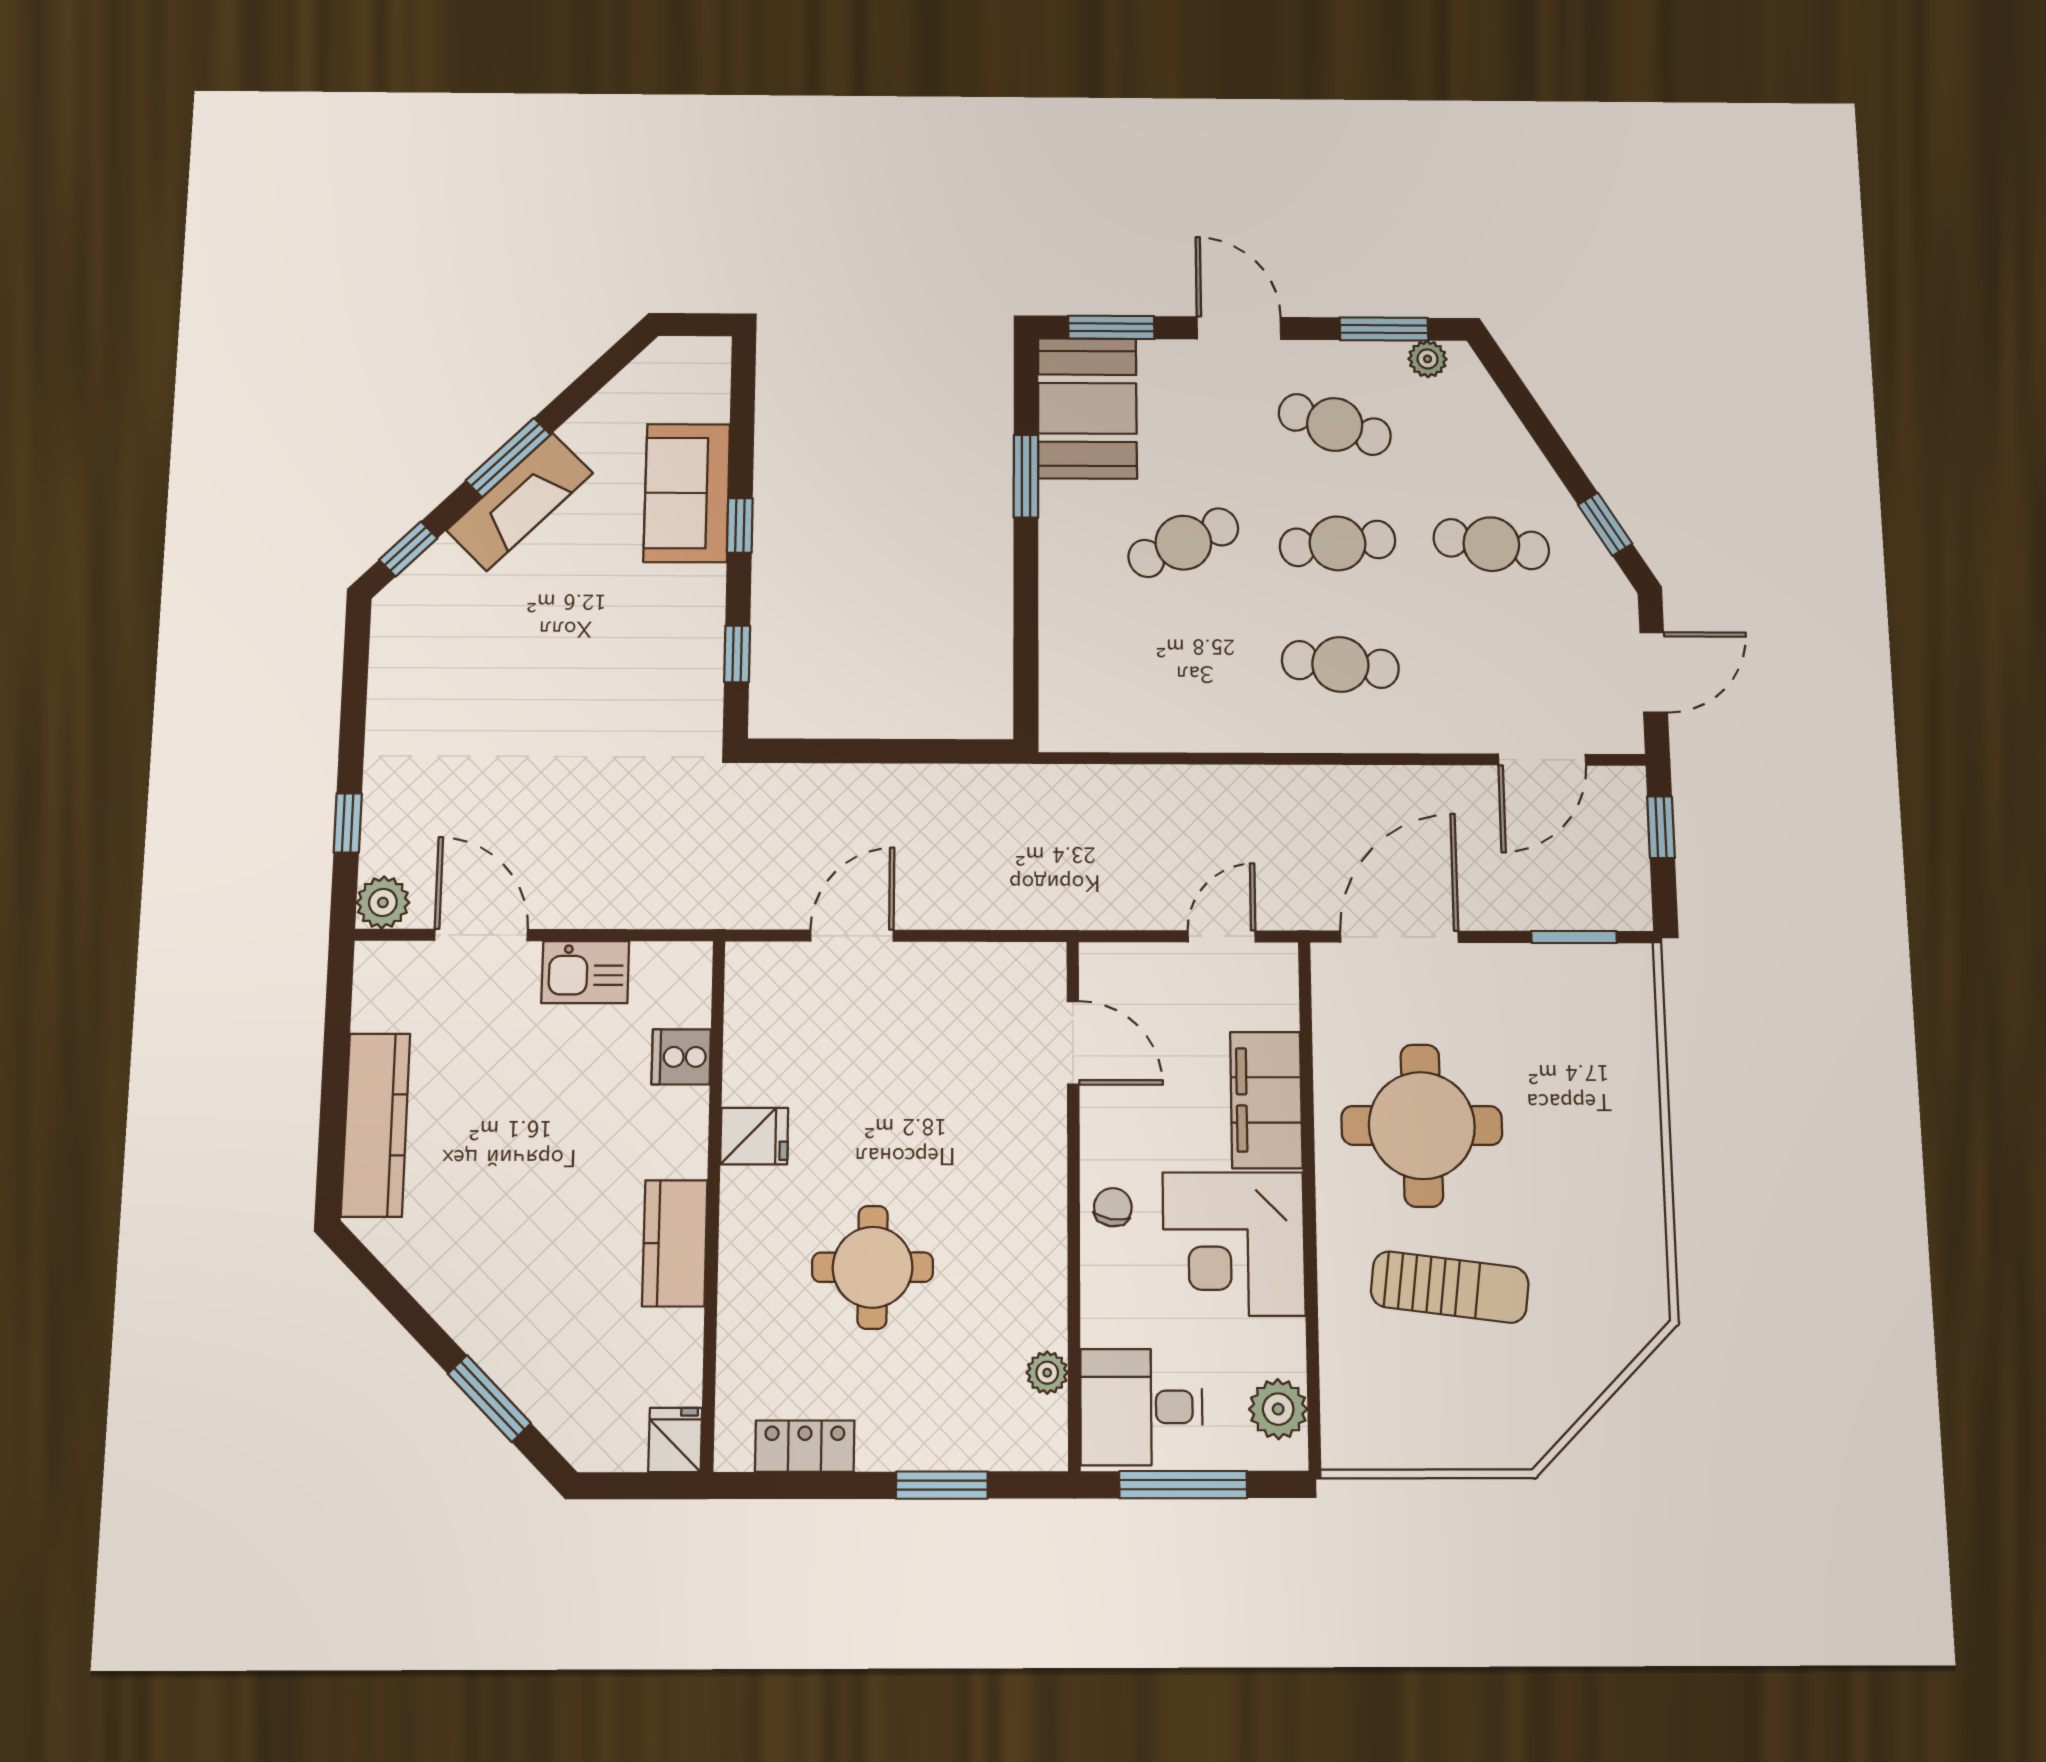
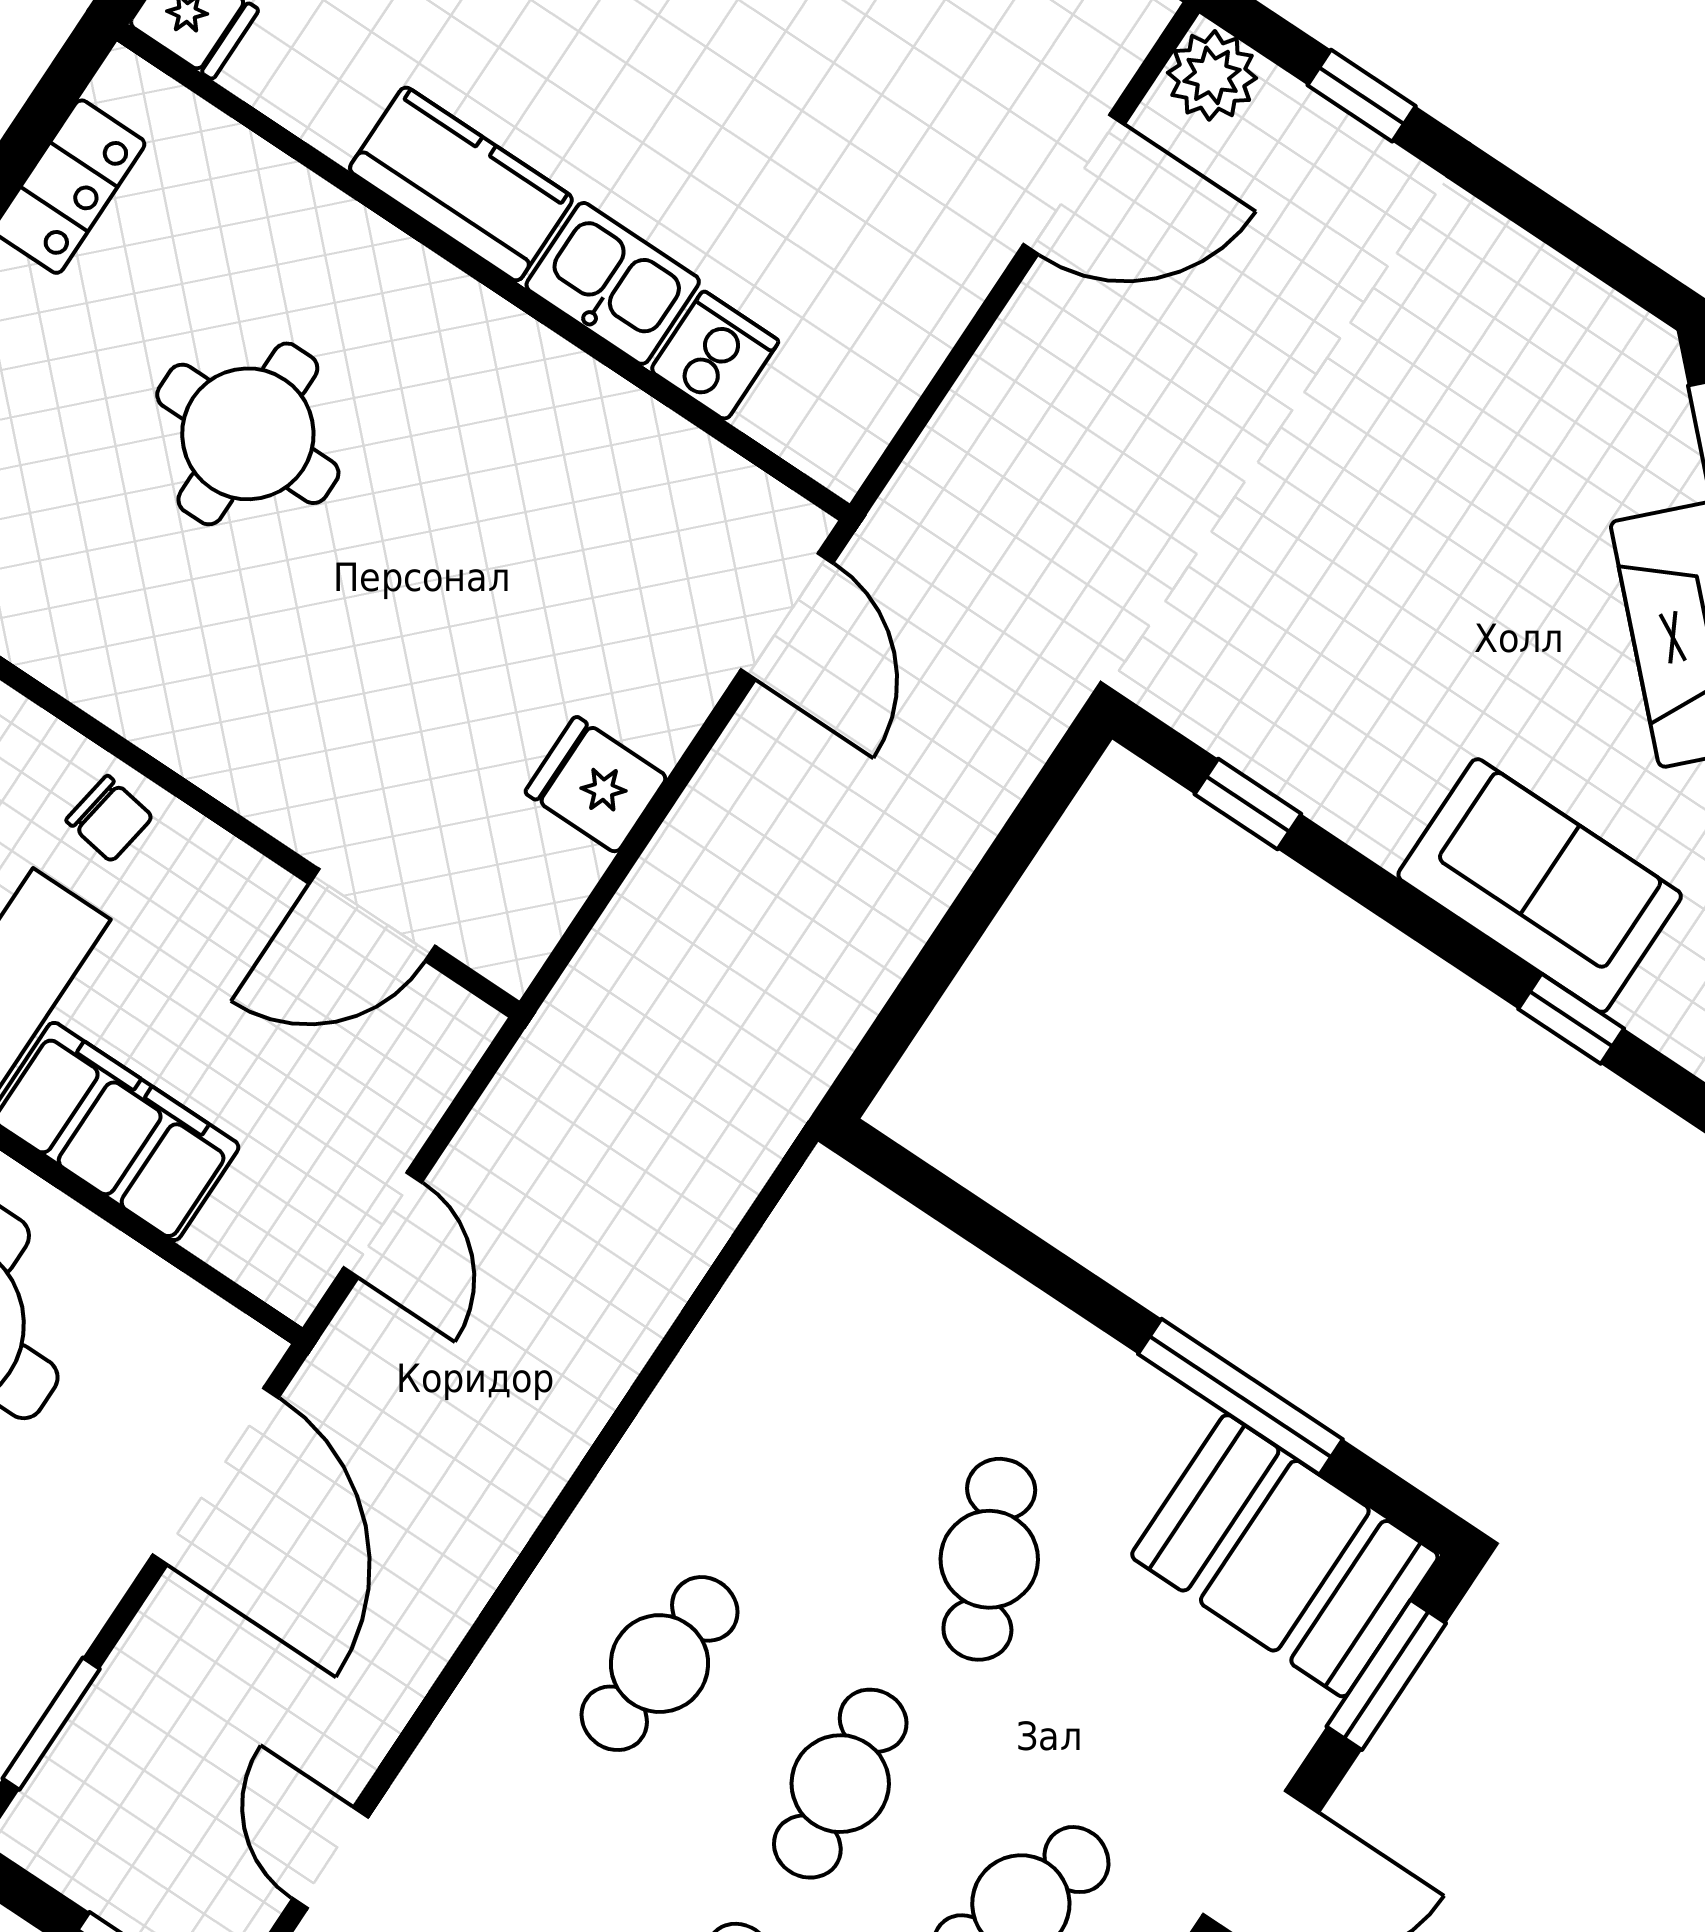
window: (1026, 476) -> (1240, 1397), width x1.44
window: (740, 525) -> (1571, 1019), moved
door: (1542, 760) -> (330, 1858), width x0.73
door: (852, 936) -> (787, 616), moved
kitchen sink: (585, 972) -> (613, 283), moved, turned 90
fridge: (754, 1136) -> (596, 785), moved, turned 90

